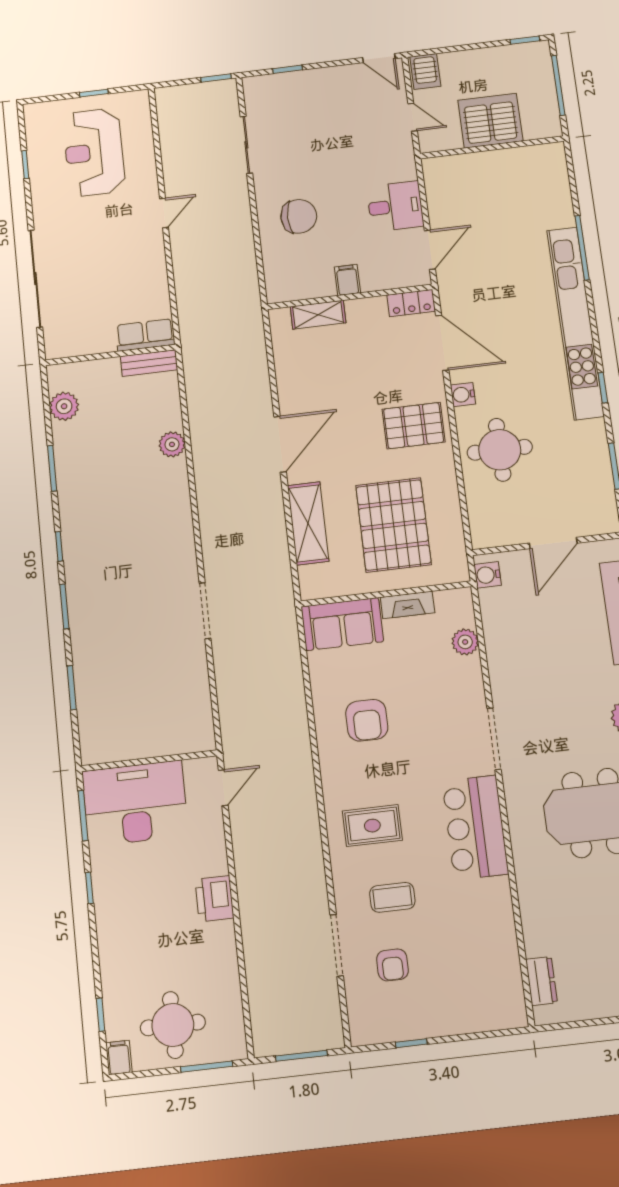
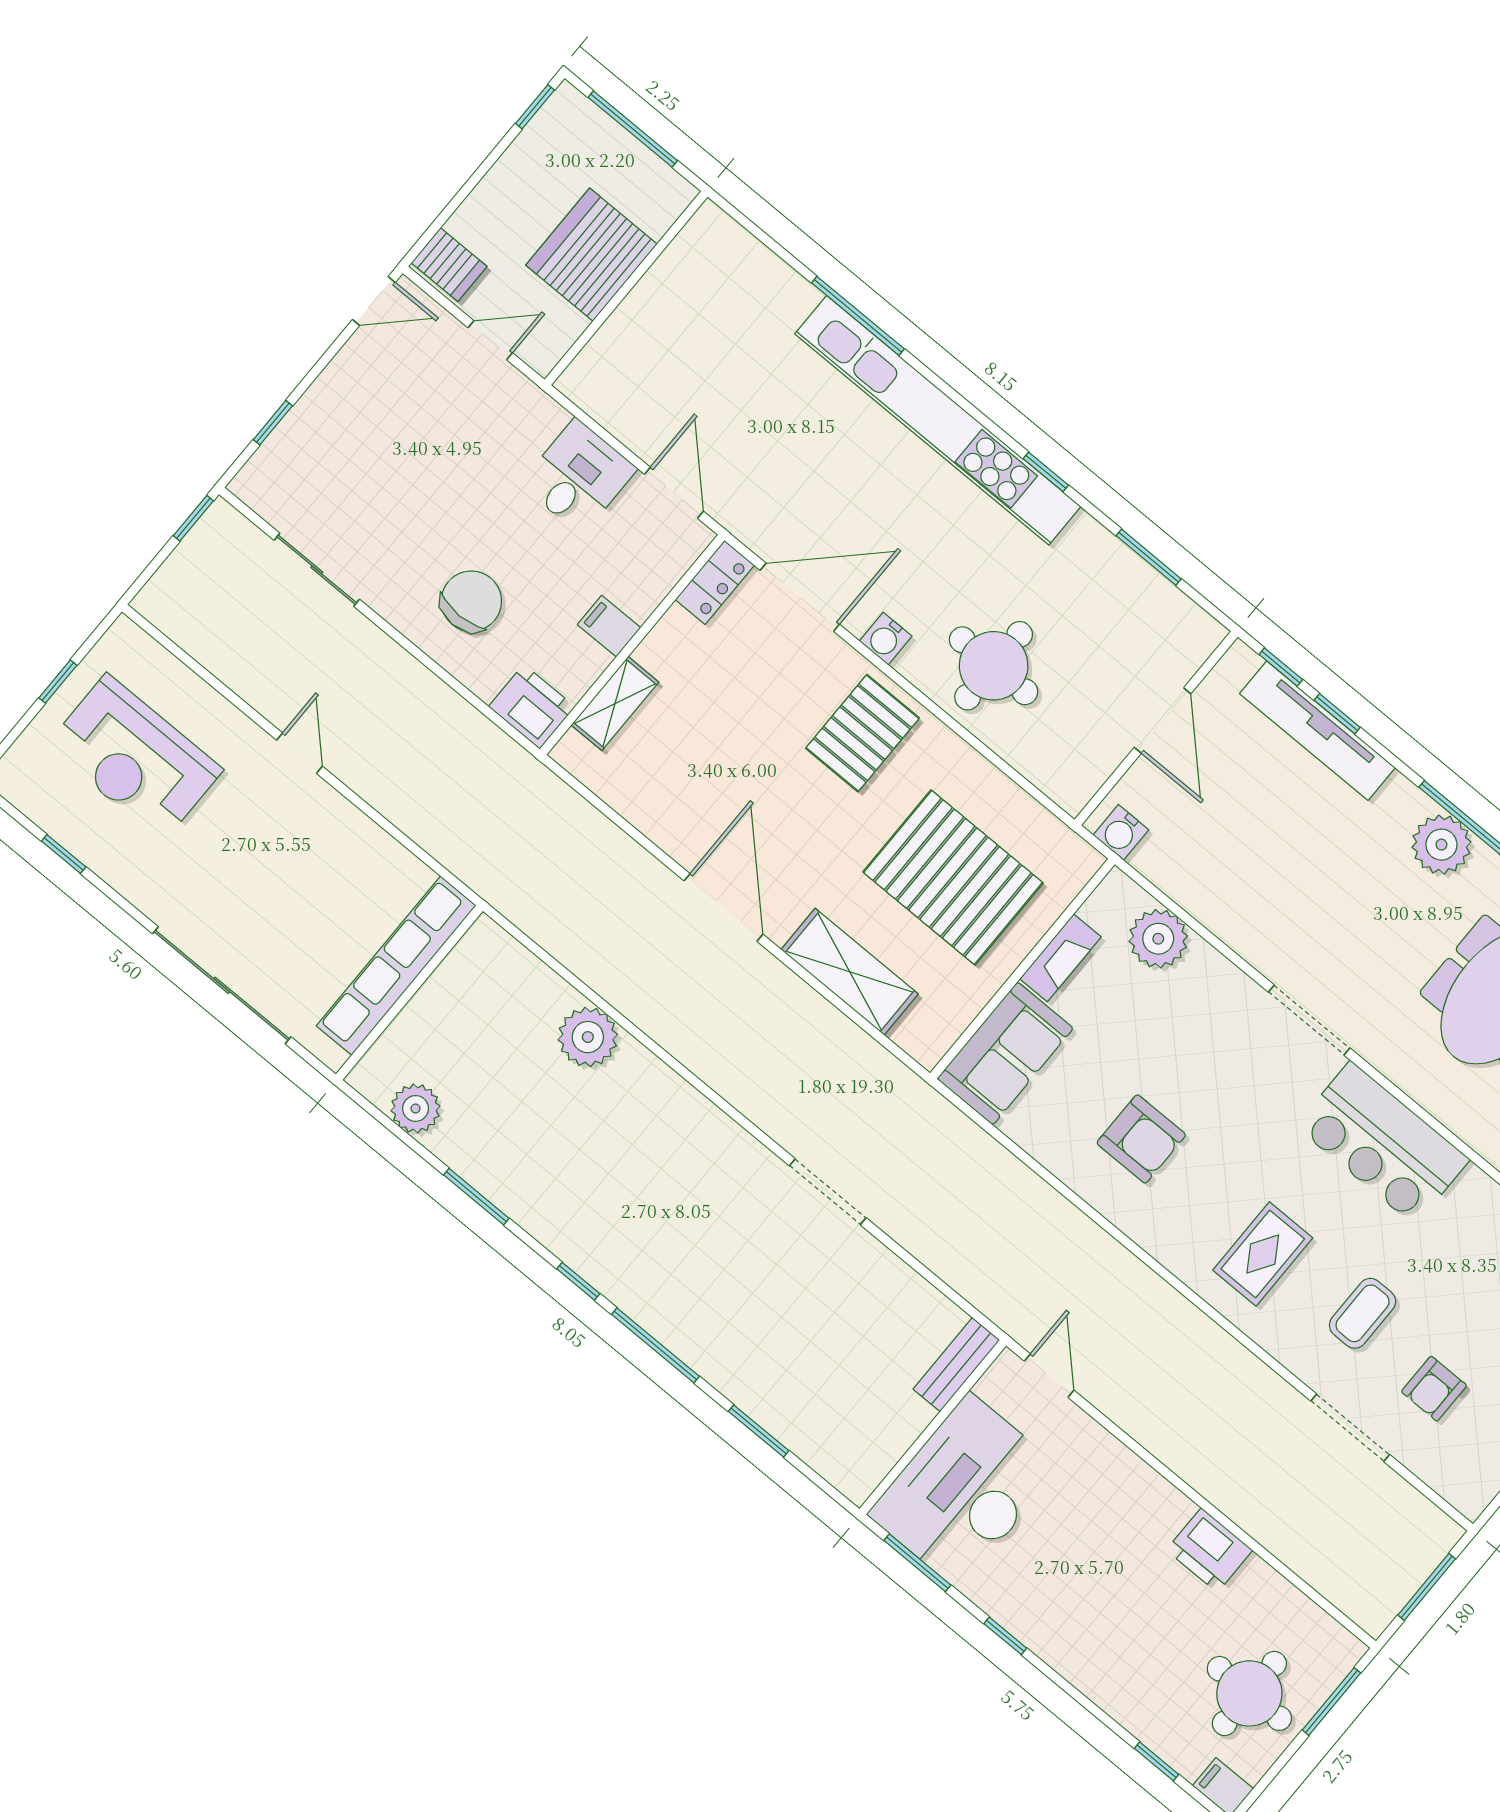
printer: (281, 283) -> (532, 707), added
row of seats: (145, 335) -> (396, 966), width x2.02
bench: (149, 363) -> (956, 1365), moved
plant: (172, 444) -> (588, 1037), width x1.36, depth x1.36
window: (64, 606) -> (655, 1345), width x1.44
plant: (465, 642) -> (1158, 939), width x1.36, depth x1.36
printer: (214, 899) -> (1209, 1550), moved
armchair: (392, 965) -> (1434, 1389), turned 90

